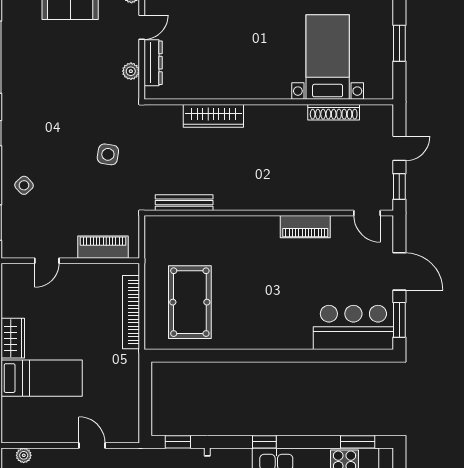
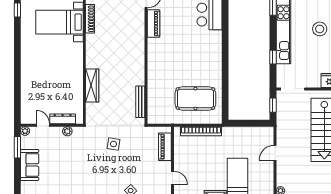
piano: (305, 227) -> (154, 24), moved

